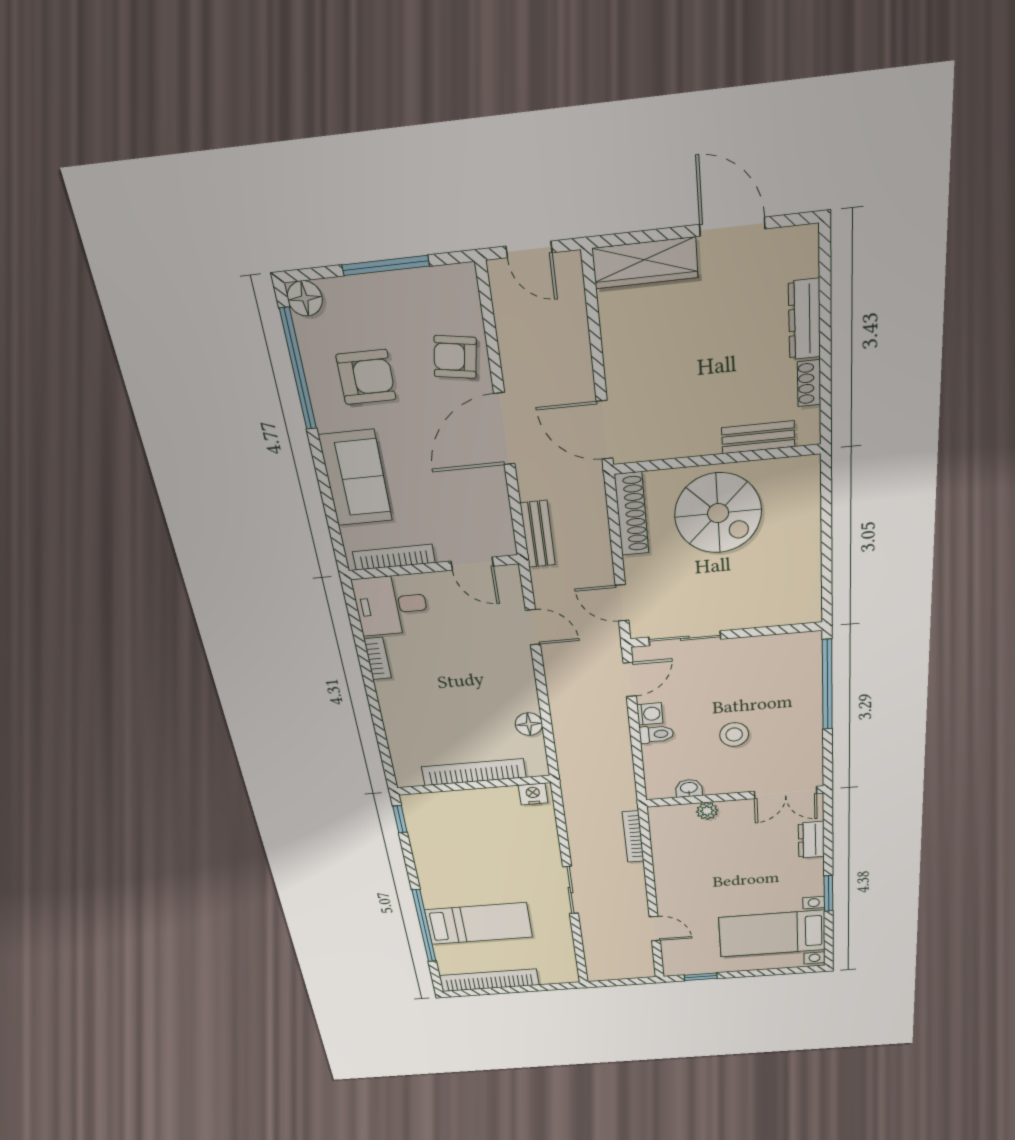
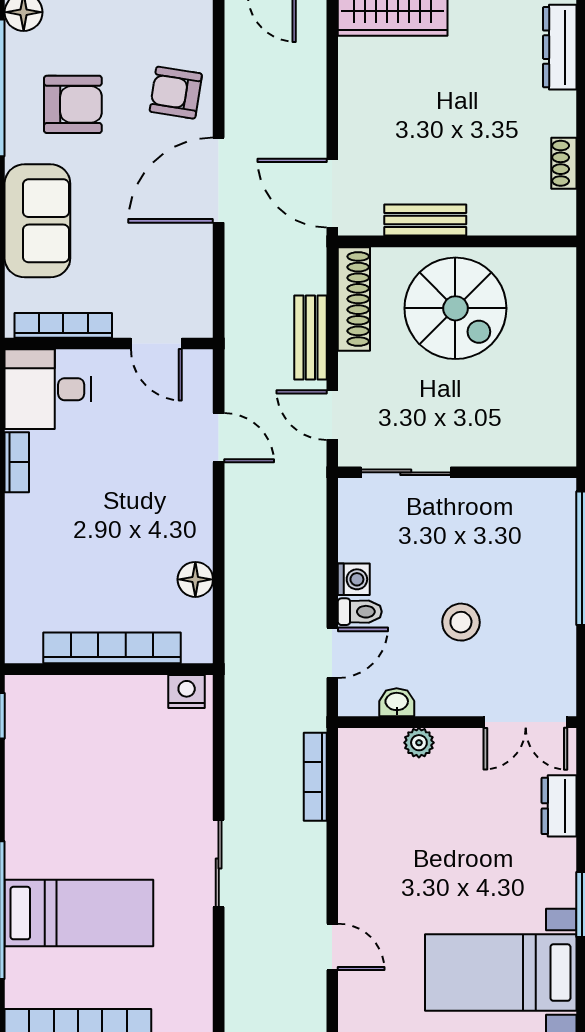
dresser: (804, 319) -> (560, 47), moved
bench: (758, 437) -> (425, 220), moved
bench: (538, 534) -> (310, 338), moved
door: (630, 679) -> (332, 653), moved

